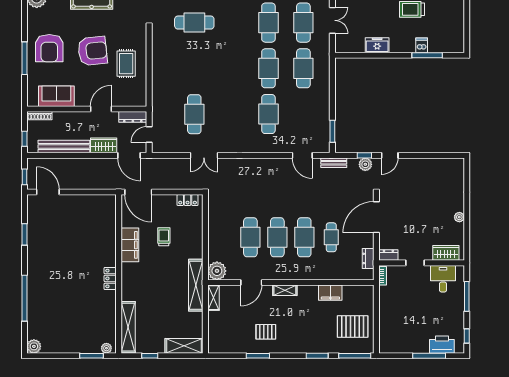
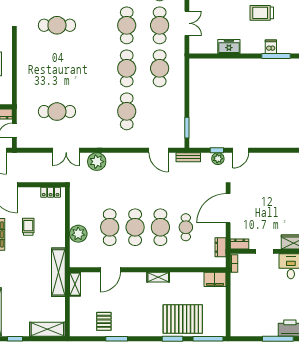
cafe table: (194, 114) -> (57, 112), turned 90
plant: (237, 167) -> (97, 162), added
plant: (217, 271) -> (78, 234), moved
shelving: (285, 290) -> (158, 277), moved
filing cabinet: (330, 293) -> (215, 279), moved
pallet: (353, 326) -> (183, 319), moved, width x1.37, depth x1.41
pallet: (266, 332) -> (104, 321), moved, turned 90

